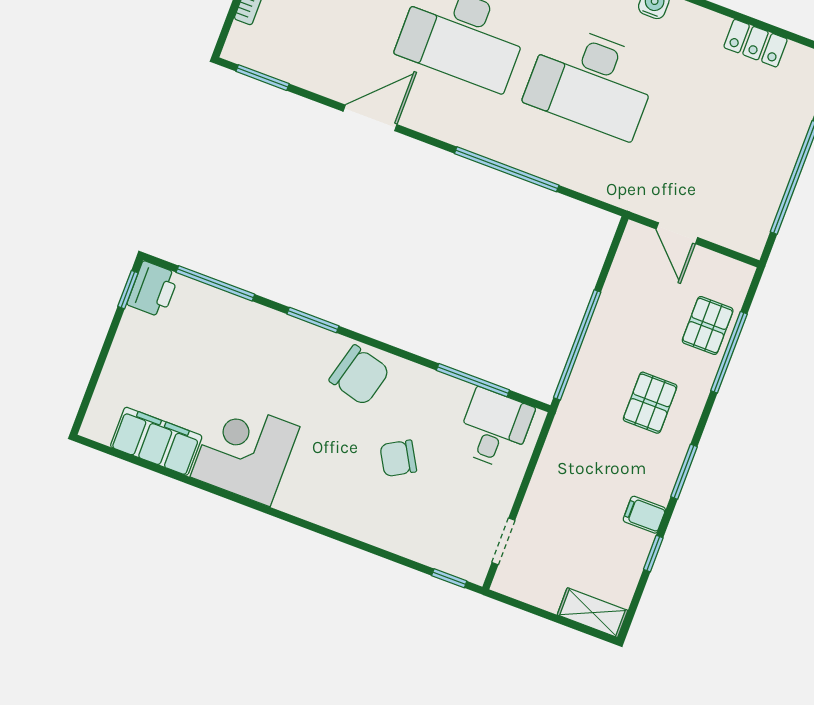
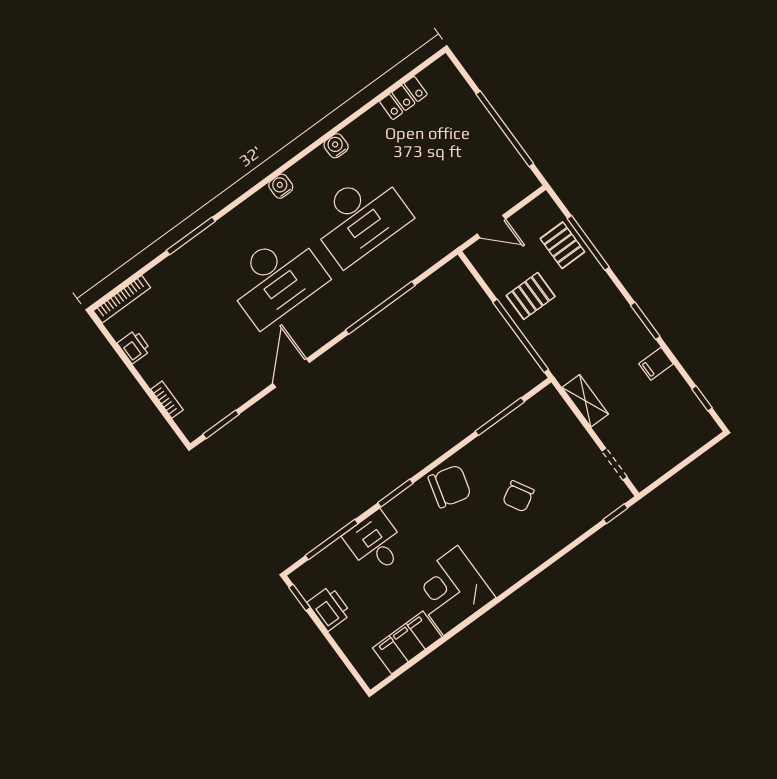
printer: (153, 289) -> (329, 608), moved
pallet: (650, 403) -> (531, 296), moved, turned 90
desk: (495, 429) -> (376, 543), moved
window: (653, 554) -> (702, 398), moved
shelving: (592, 613) -> (585, 401), moved, turned 90

